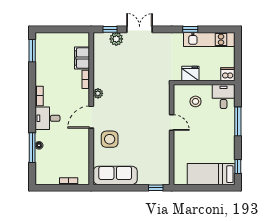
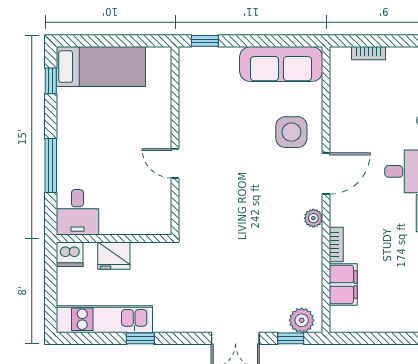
plant: (116, 39) -> (302, 320), moved
fridge: (190, 73) -> (114, 256), moved
stool: (195, 101) -> (130, 203), removed

